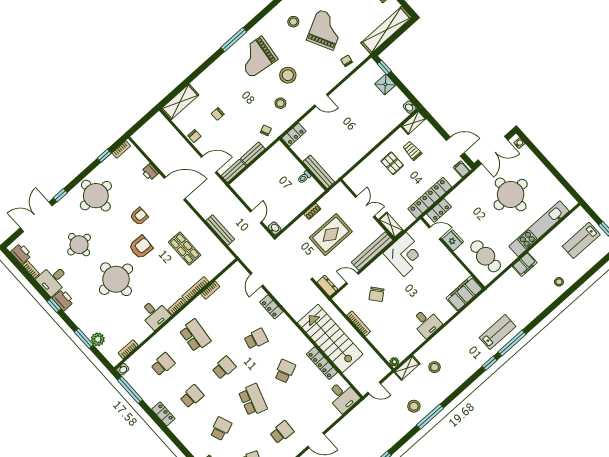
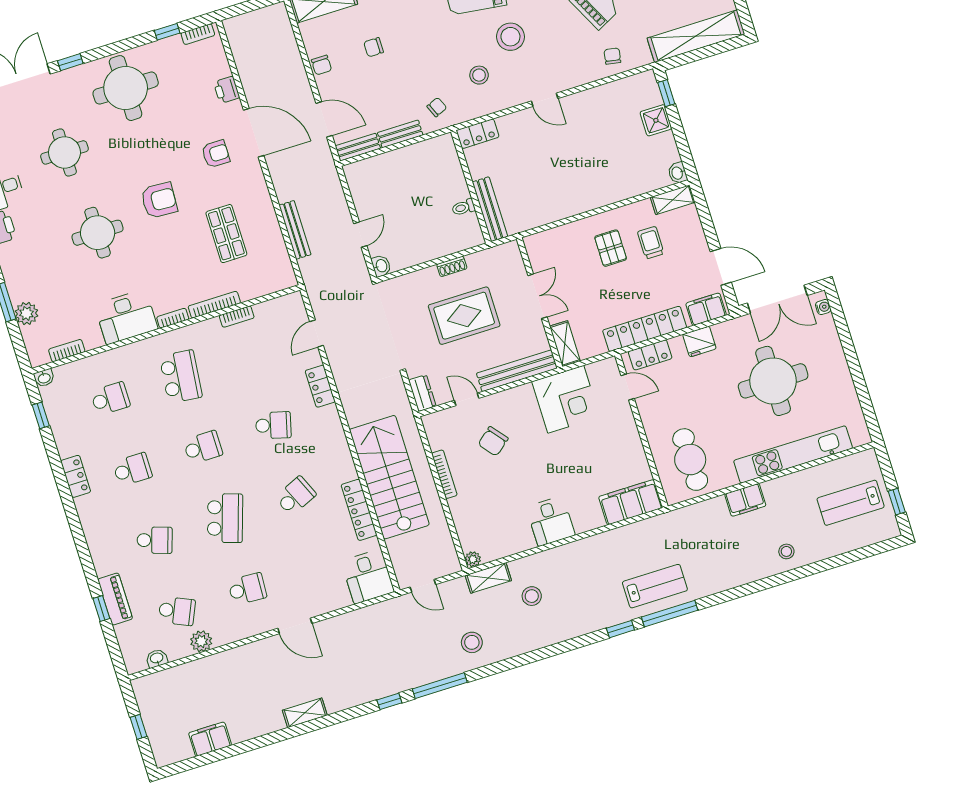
filing cabinet: (462, 169) -> (706, 309), width x2.00
armchair: (139, 216) -> (216, 154), moved
fridge: (453, 240) -> (699, 342), moved, turned 90
round table: (116, 279) -> (98, 233), width x0.73, depth x0.73
desk: (155, 314) -> (126, 317), width x1.37
window: (130, 390) -> (41, 415), width x0.46
window: (430, 417) -> (440, 686), moved
school desk: (221, 429) -> (155, 540), turned 39

